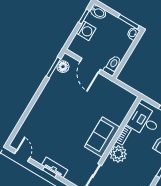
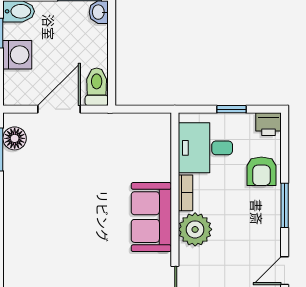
door: (90, 66) -> (59, 109), swing flipped

